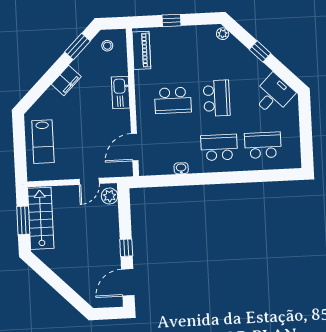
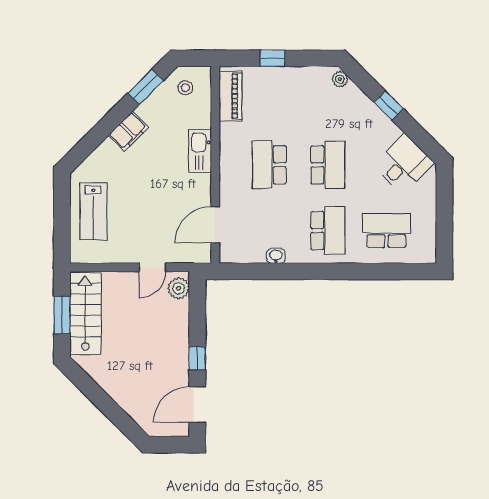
school desk: (173, 100) -> (269, 165), turned 90
school desk: (219, 147) -> (328, 231), turned 90

